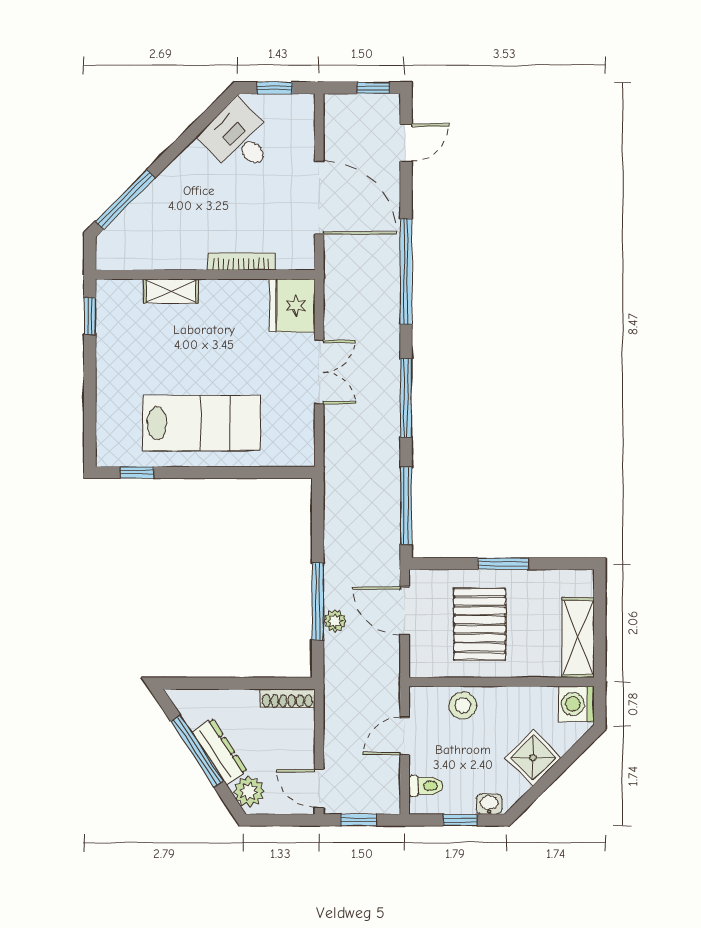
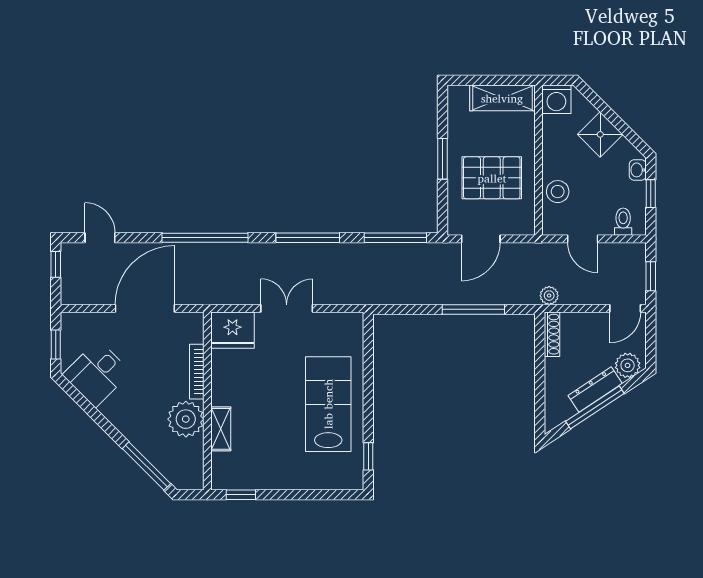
plant: (183, 248) -> (186, 419), added
plant: (335, 621) -> (549, 296), moved

